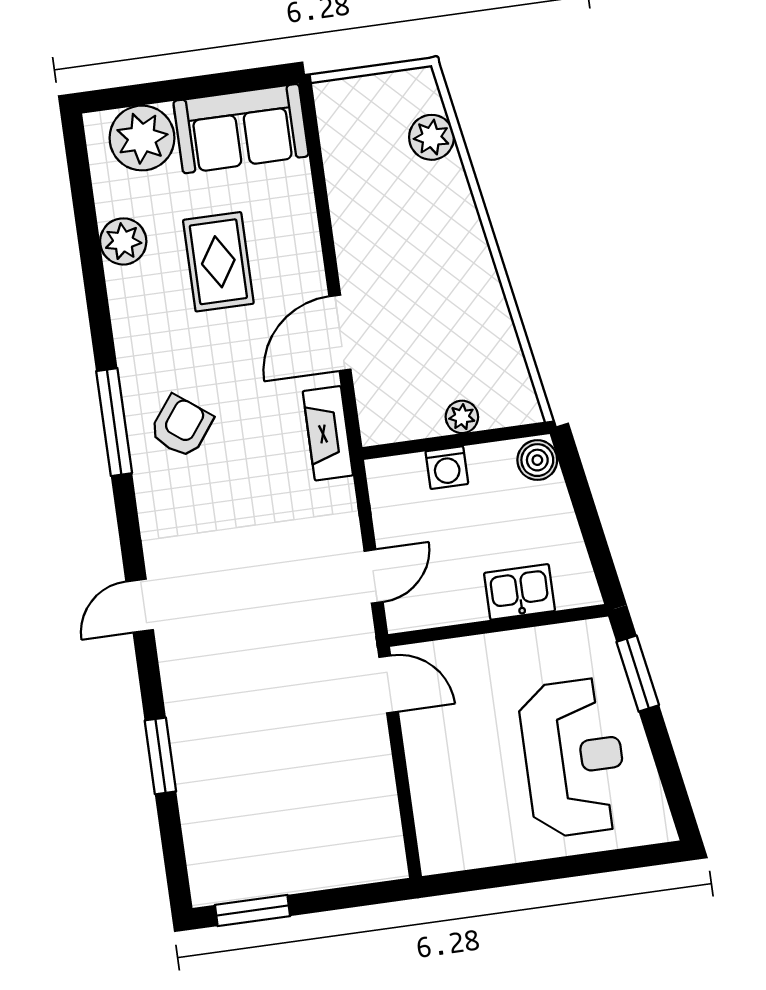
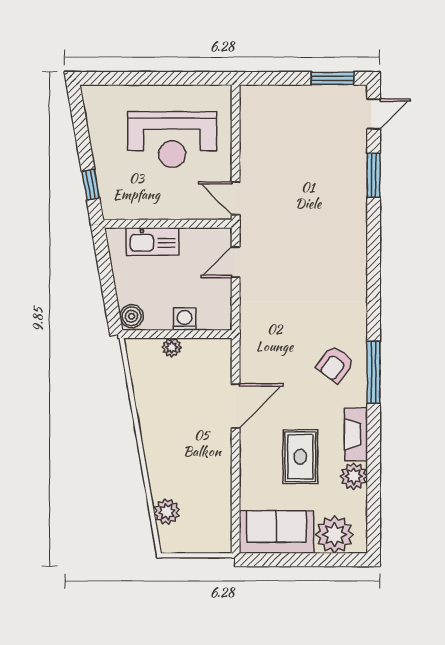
fireplace: (328, 433) -> (356, 434), moved, turned 180
kitchen sink: (520, 592) -> (152, 241), width x1.38
door: (140, 606) -> (374, 114), moved
window: (638, 674) -> (91, 185), width x0.67
reception desk: (574, 758) -> (172, 140), moved, turned -90

